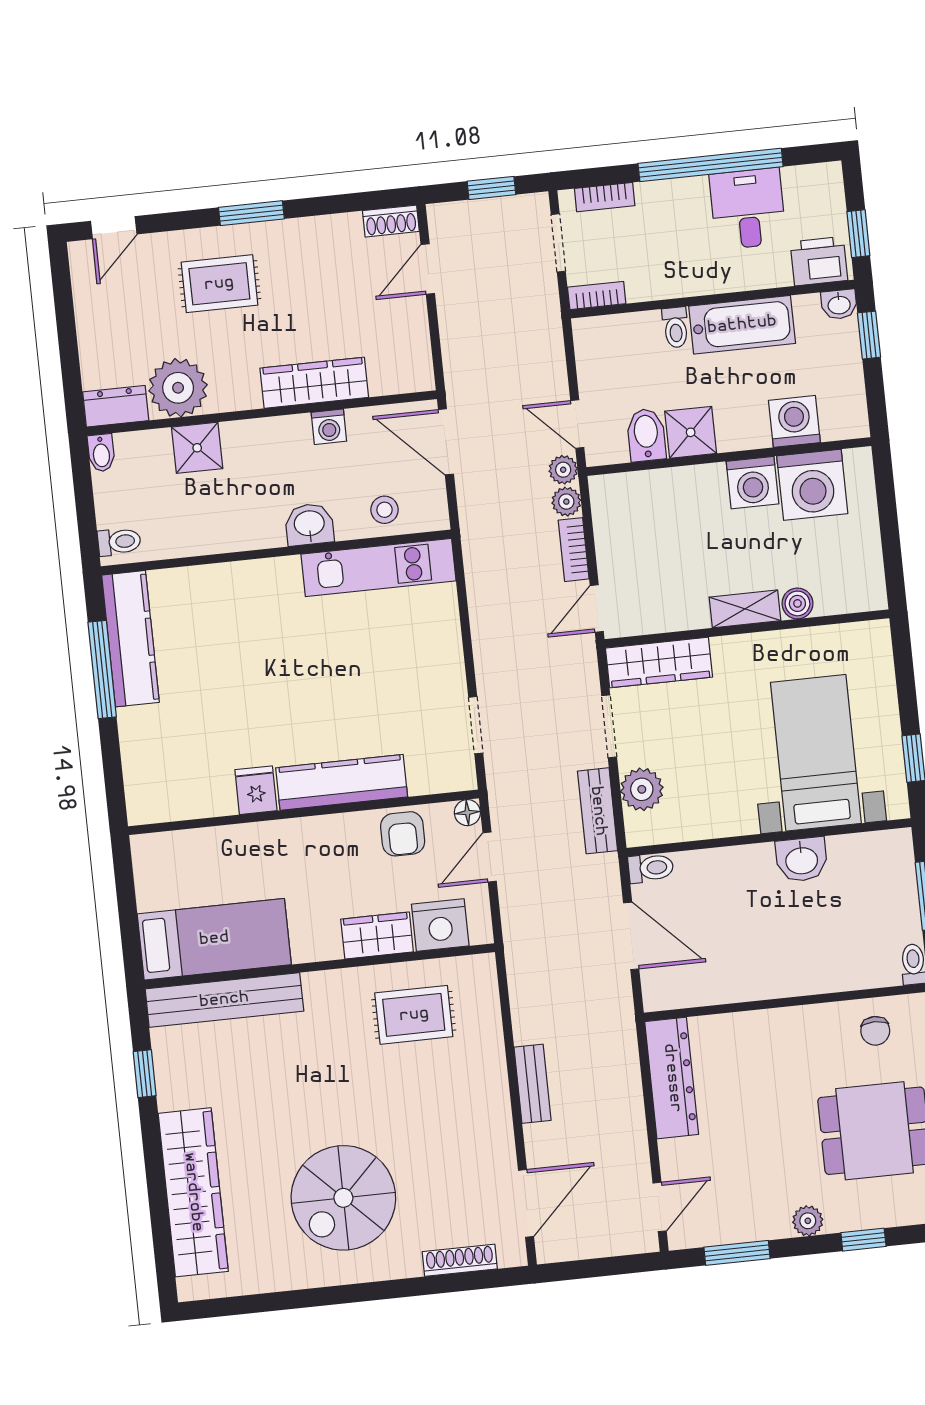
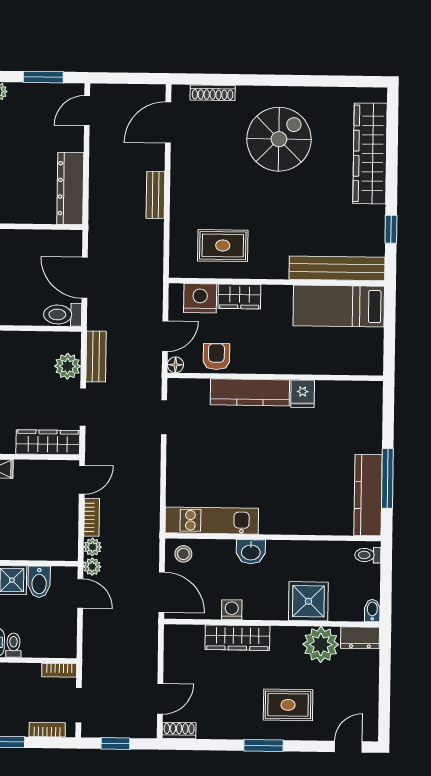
shower: (197, 448) -> (308, 601), width x1.36, depth x1.36
stool: (384, 510) -> (183, 554), moved
toilet: (651, 868) -> (63, 315), width x1.37, depth x1.39

